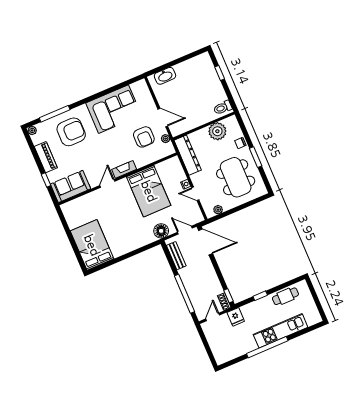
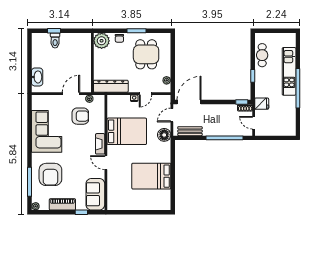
toilet: (223, 108) -> (55, 40), moved
plant: (217, 131) -> (102, 41), moved
armchair: (71, 132) -> (50, 174), turned 180
dining table: (236, 177) -> (146, 54), width x0.73
bed: (92, 245) -> (151, 176), moved

